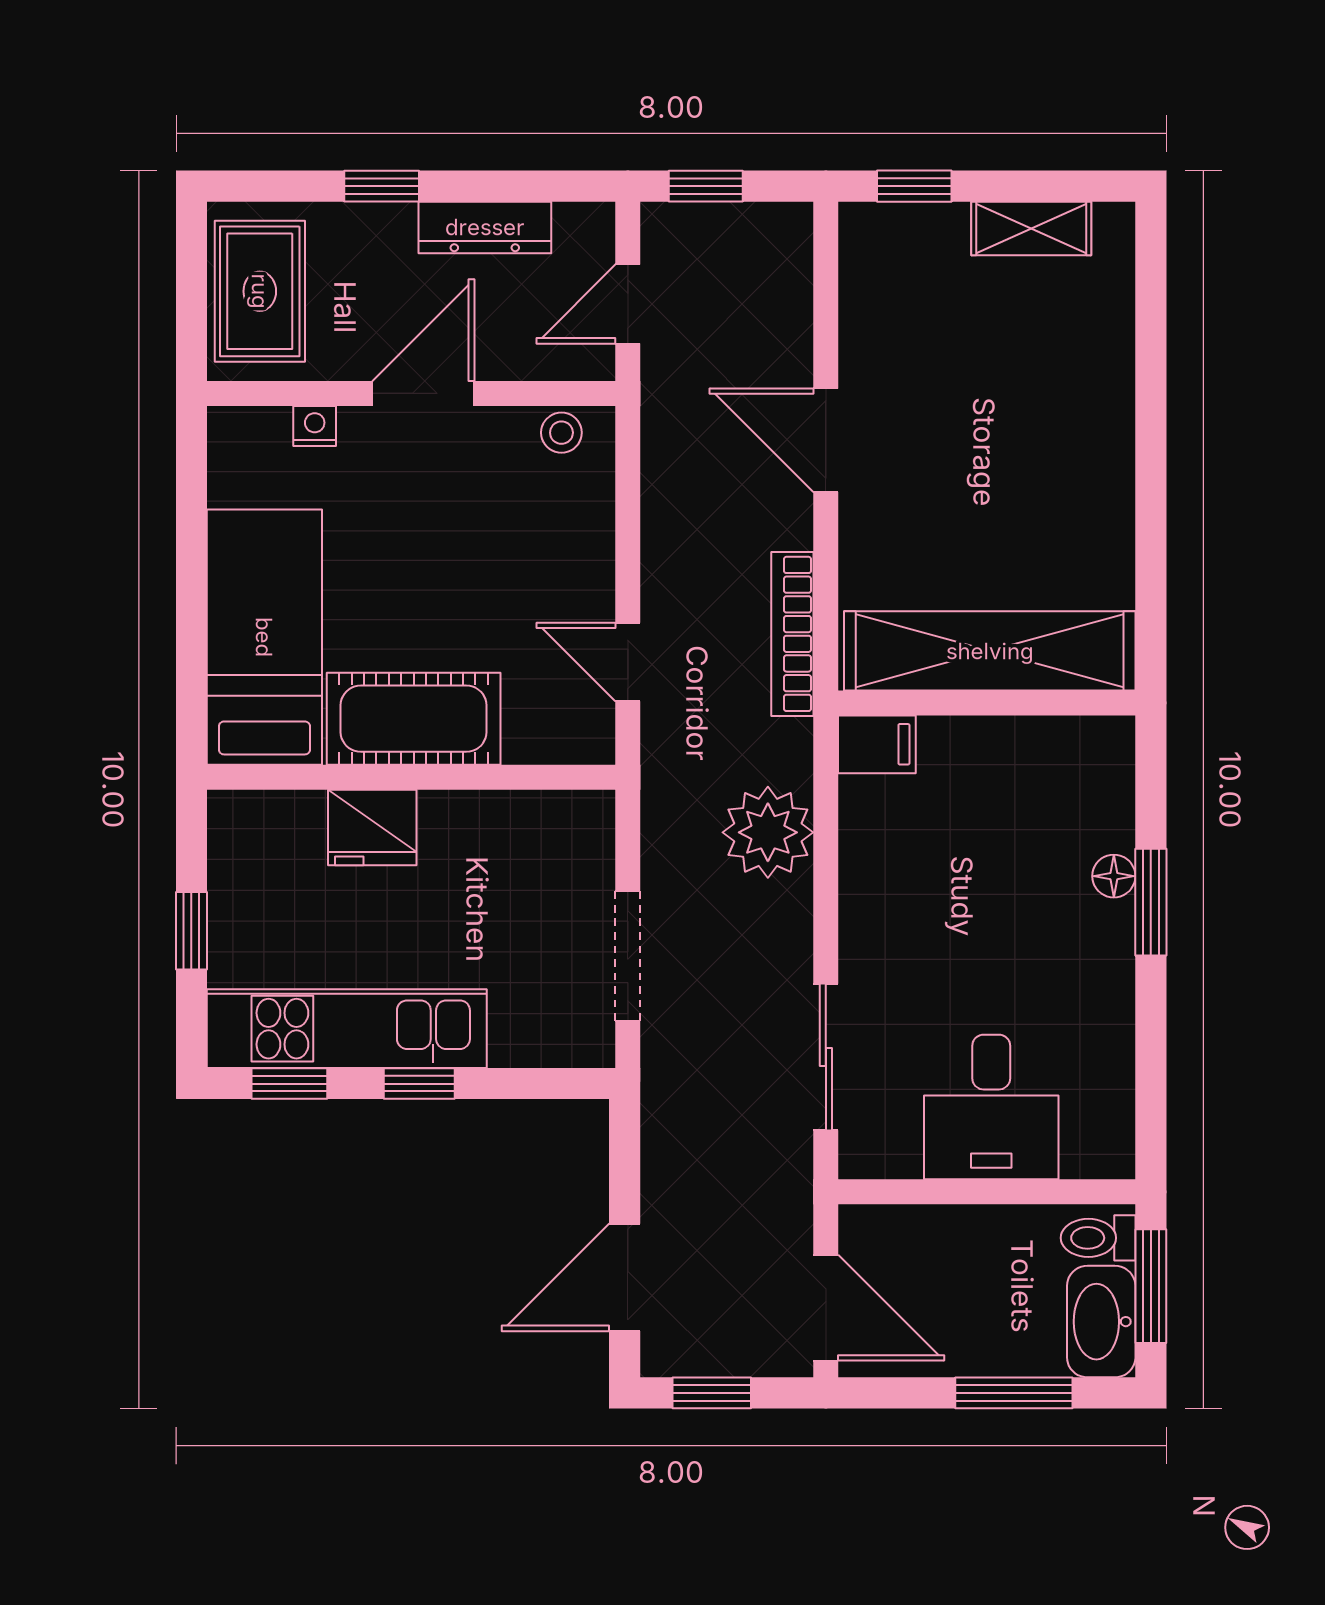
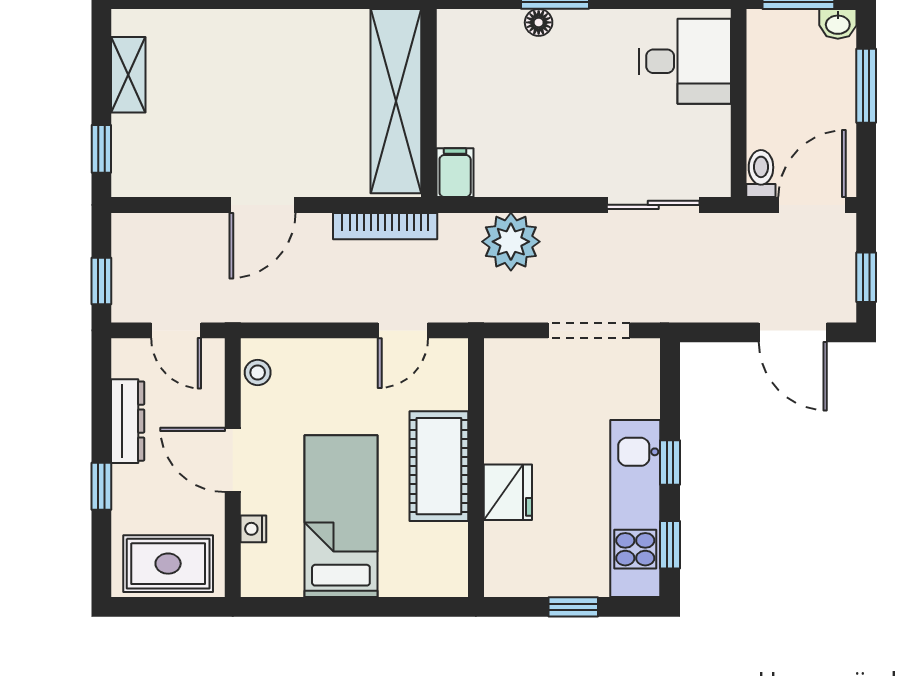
bed: (264, 637) -> (341, 516), moved, turned 90
desk: (991, 1107) -> (685, 61), moved
toilet: (1098, 1238) -> (761, 173), moved, turned 180
washbasin: (1101, 1322) -> (838, 24), width x0.52, depth x0.69

